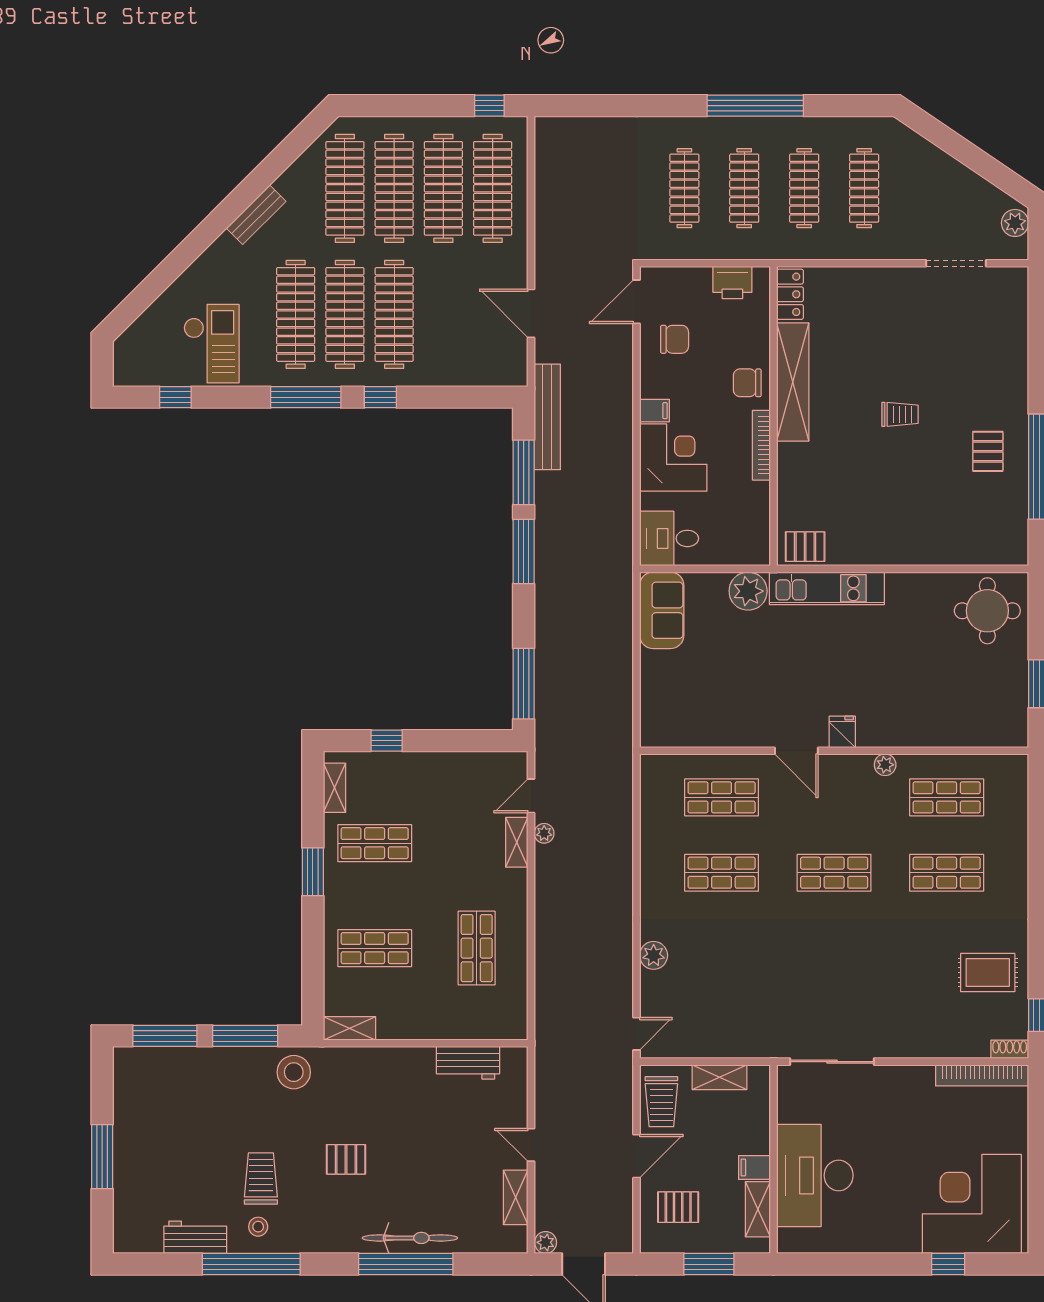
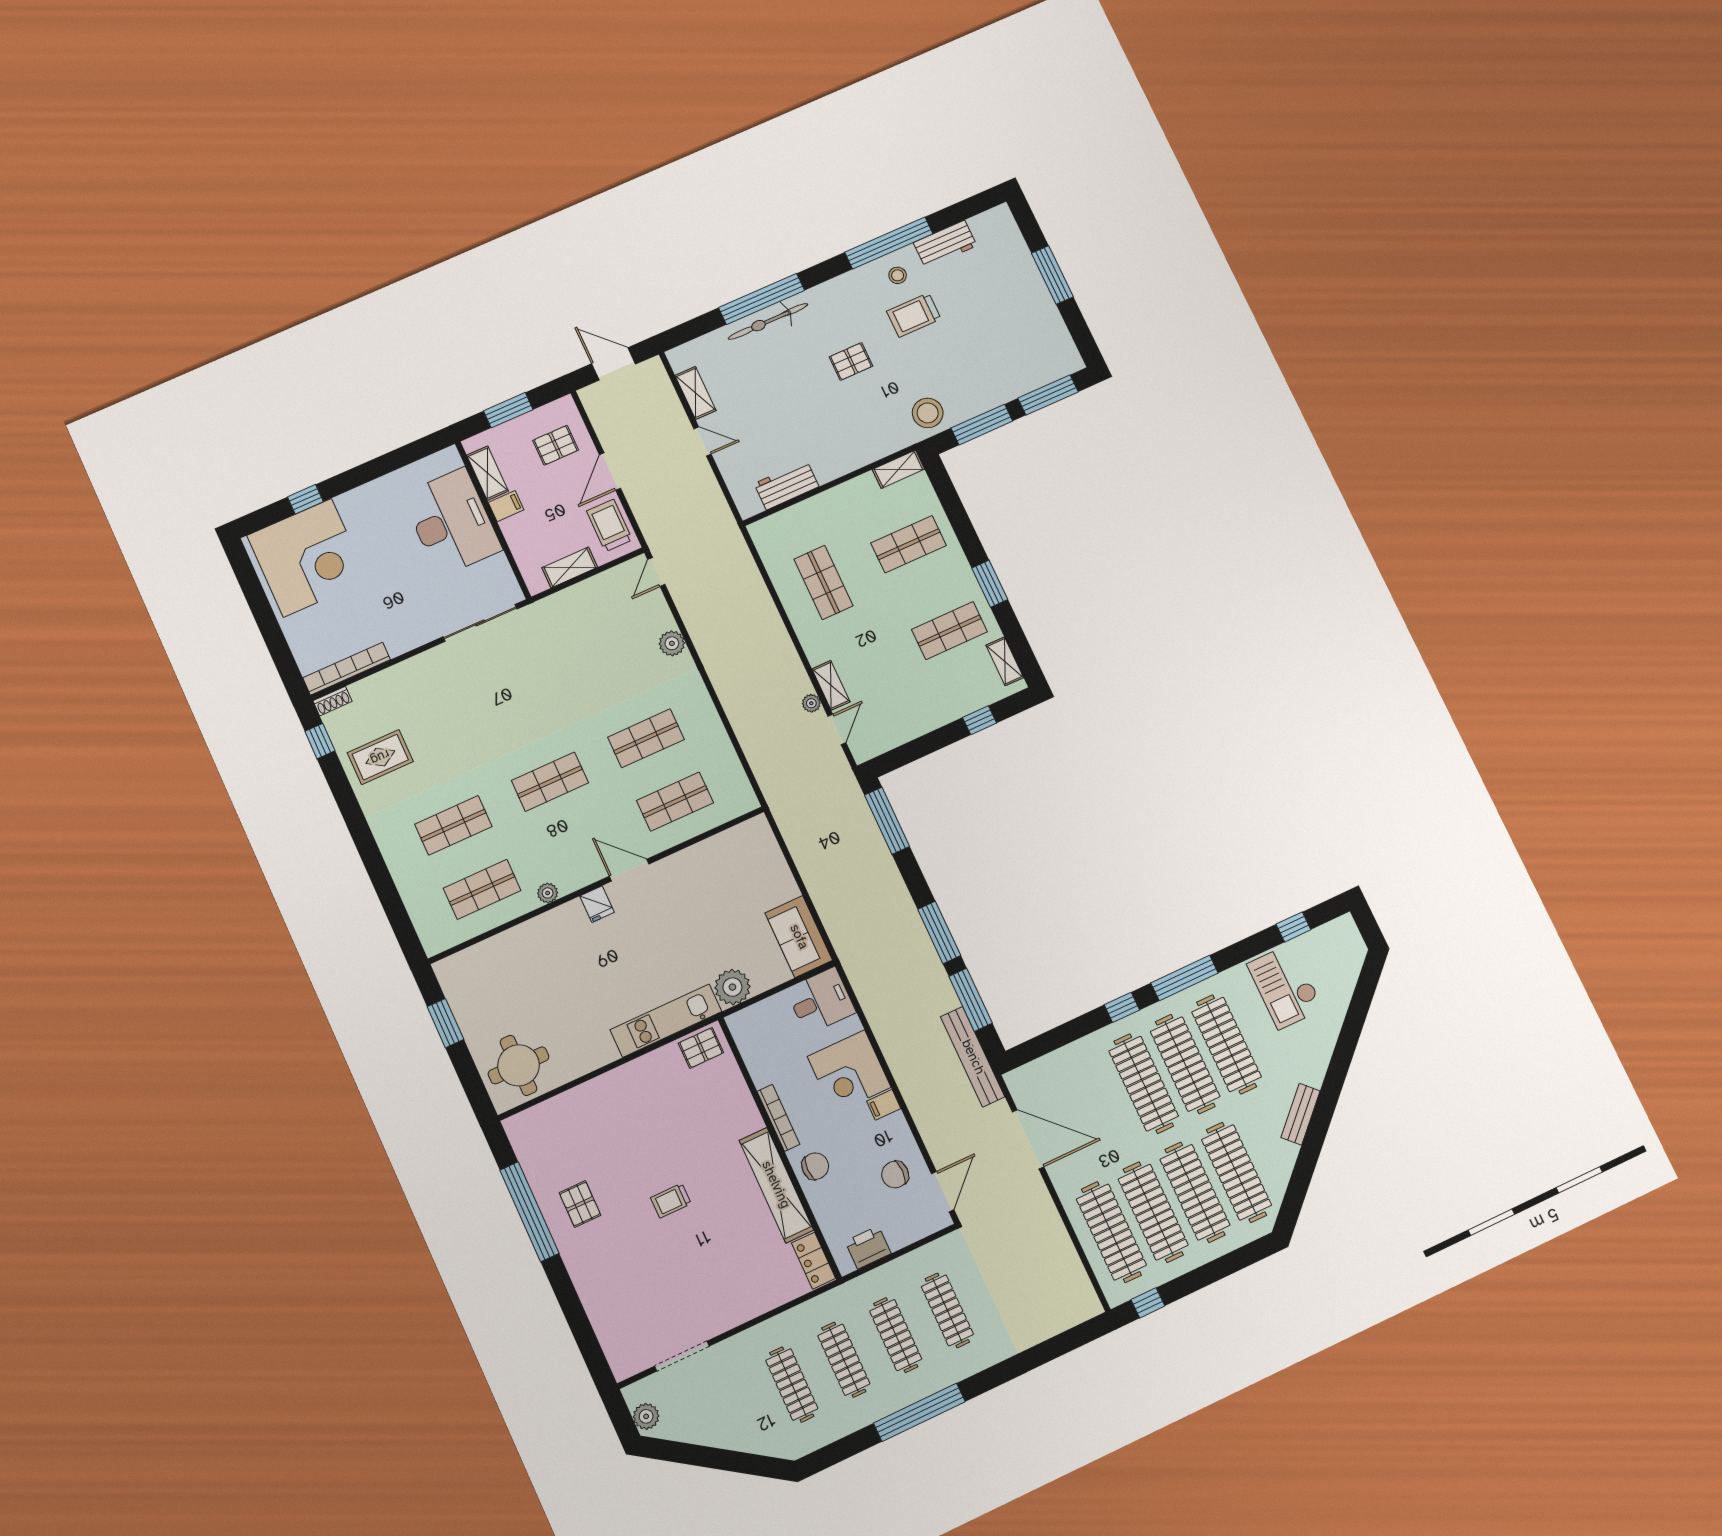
door: (531, 313) -> (1028, 1139), width x1.36
trolley: (261, 1178) -> (914, 315), turned 90
plant: (546, 1242) -> (653, 367), removed

